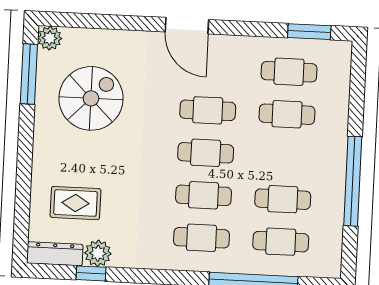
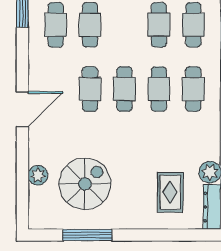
plant: (50, 38) -> (38, 175), moved
window: (29, 74) -> (87, 235), moved
spiral stairs: (91, 98) -> (85, 184), turned 90

